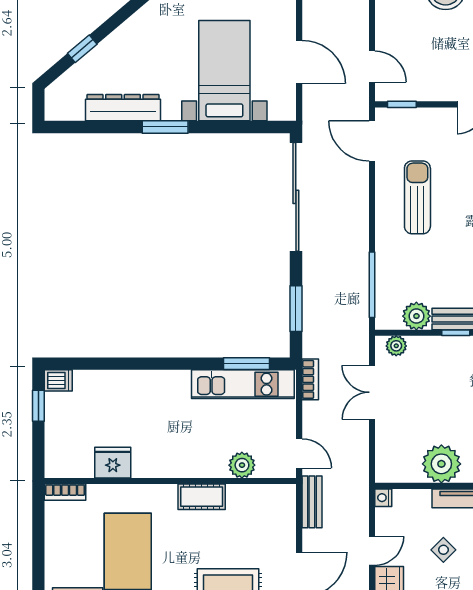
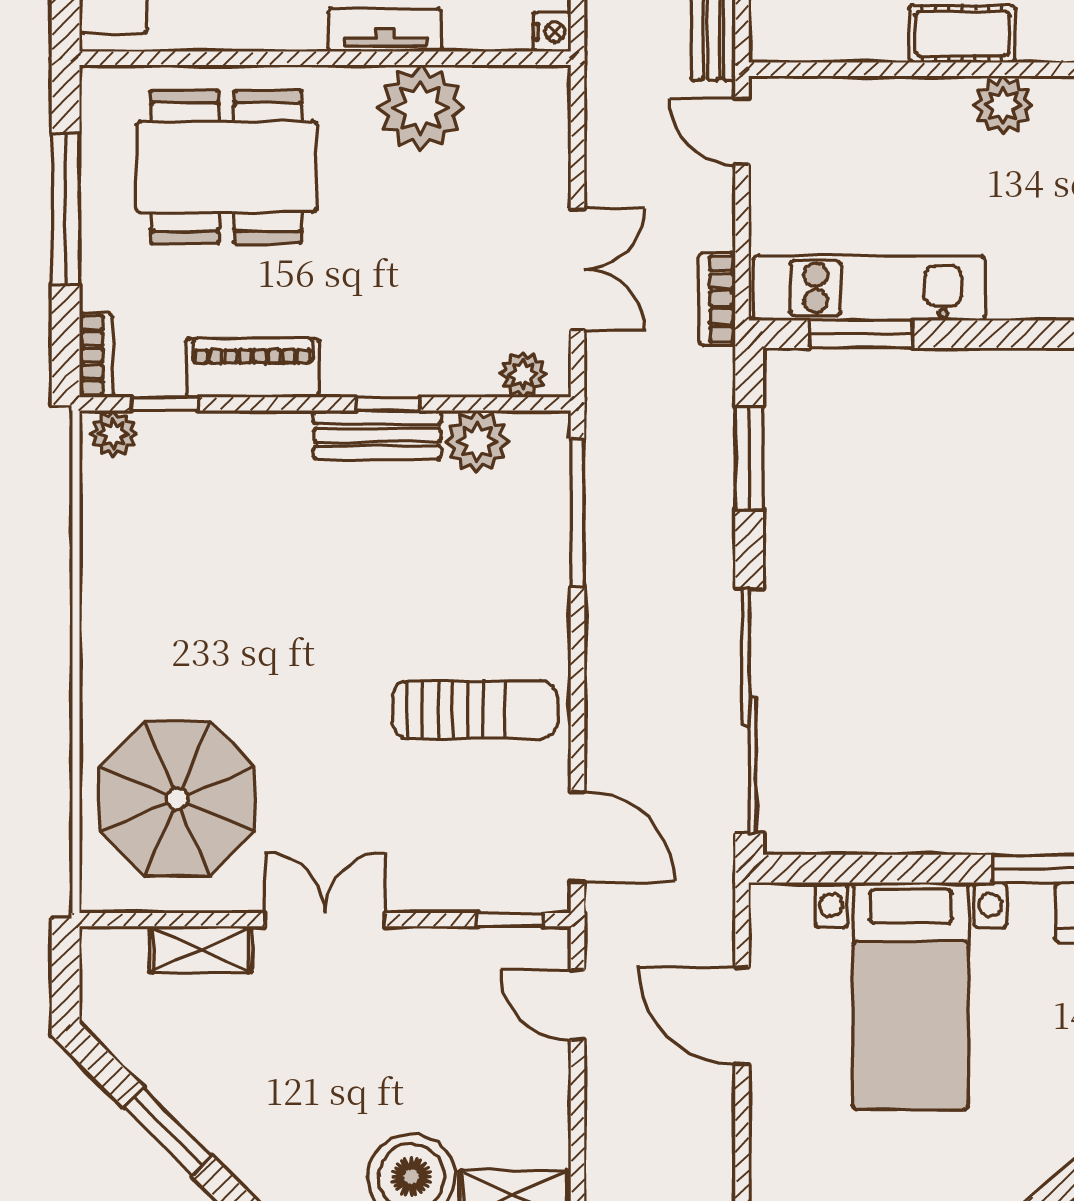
sun lounger: (417, 197) -> (475, 710), turned -90
plant: (242, 465) -> (1003, 105), moved

